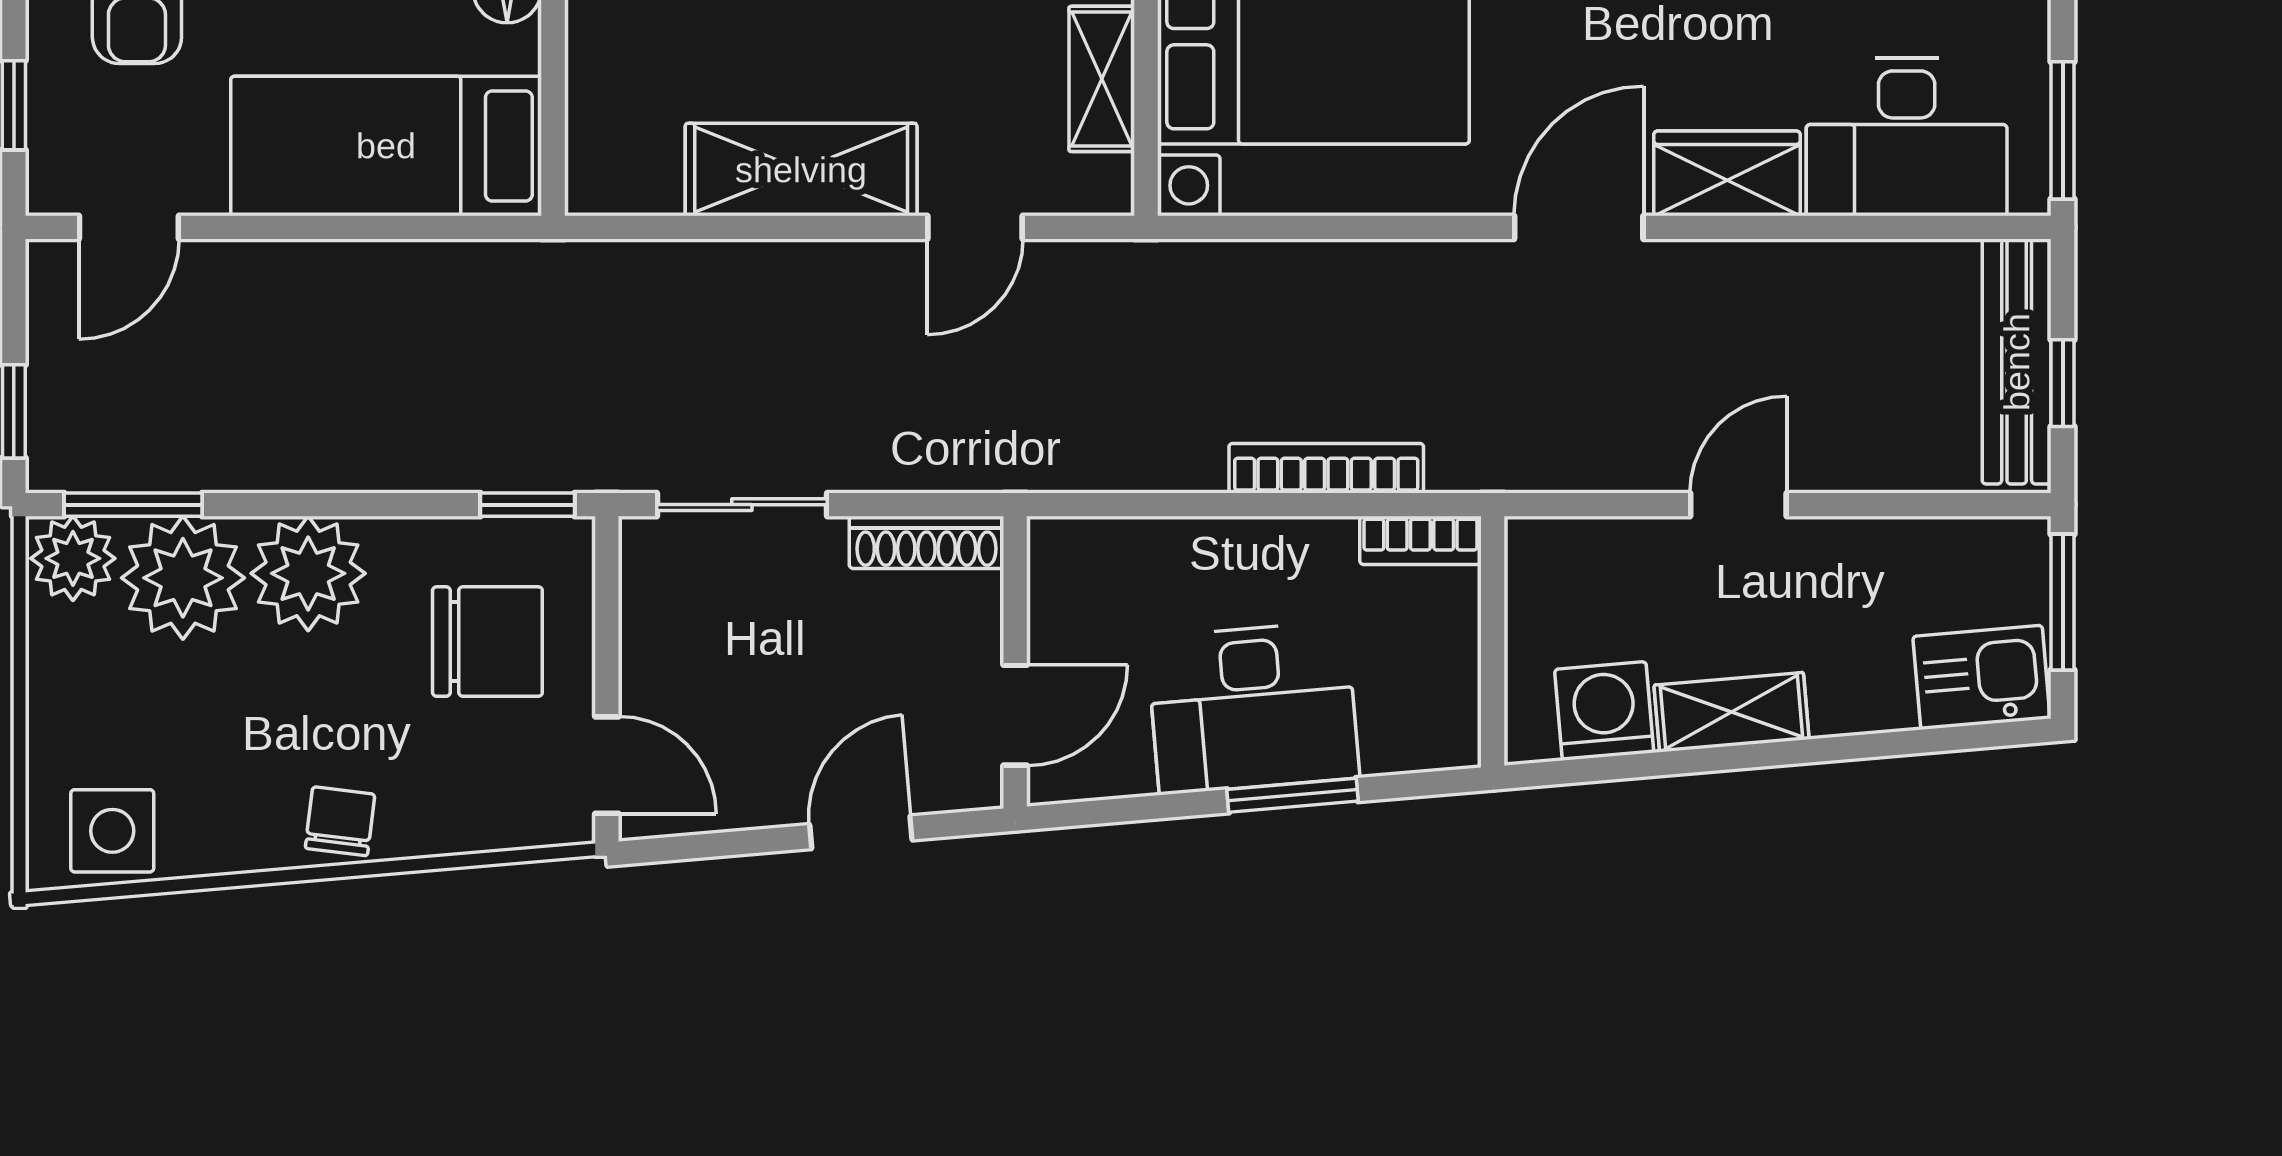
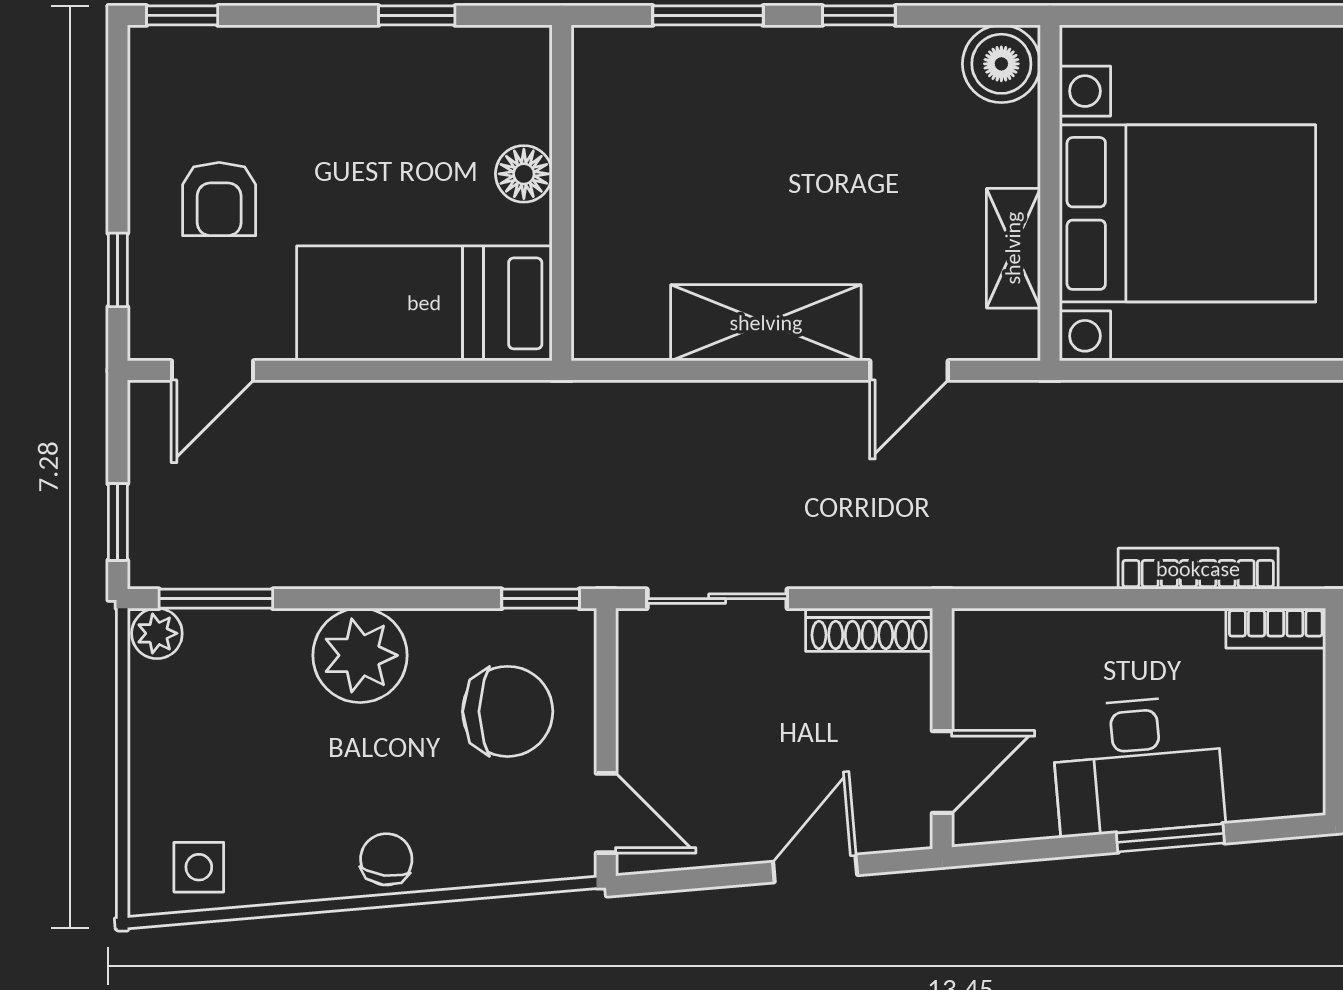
plant: (73, 558) -> (157, 633), width x0.73, depth x0.73
plant: (183, 578) -> (257, 659), removed
side table: (112, 831) -> (199, 867), width x0.73, depth x0.73

